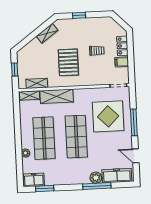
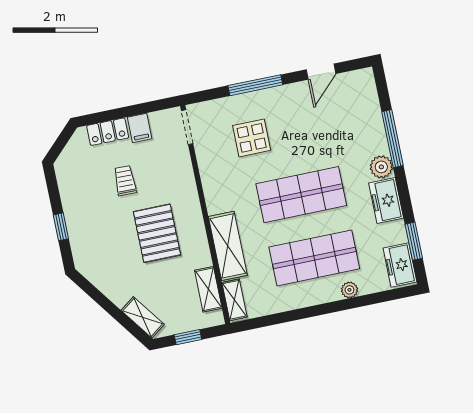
shelving: (47, 33) -> (143, 317), moved
pallet: (68, 62) -> (157, 233), turned 90
display table: (108, 116) -> (252, 138), width x0.54, depth x0.54
freezer: (117, 176) -> (386, 201), moved, width x0.71
plant: (96, 178) -> (381, 167), moved

